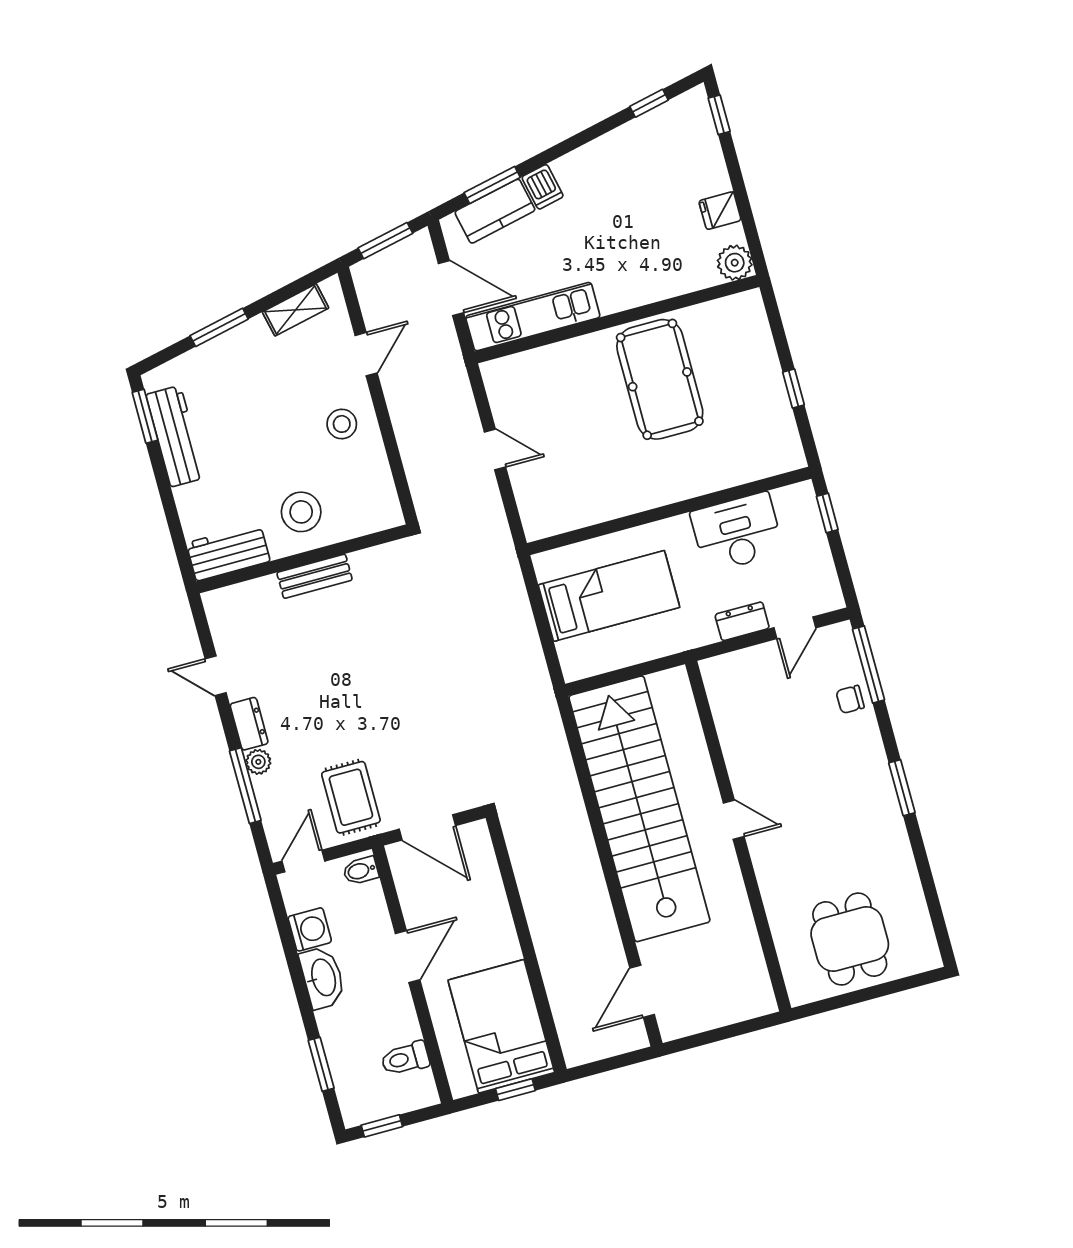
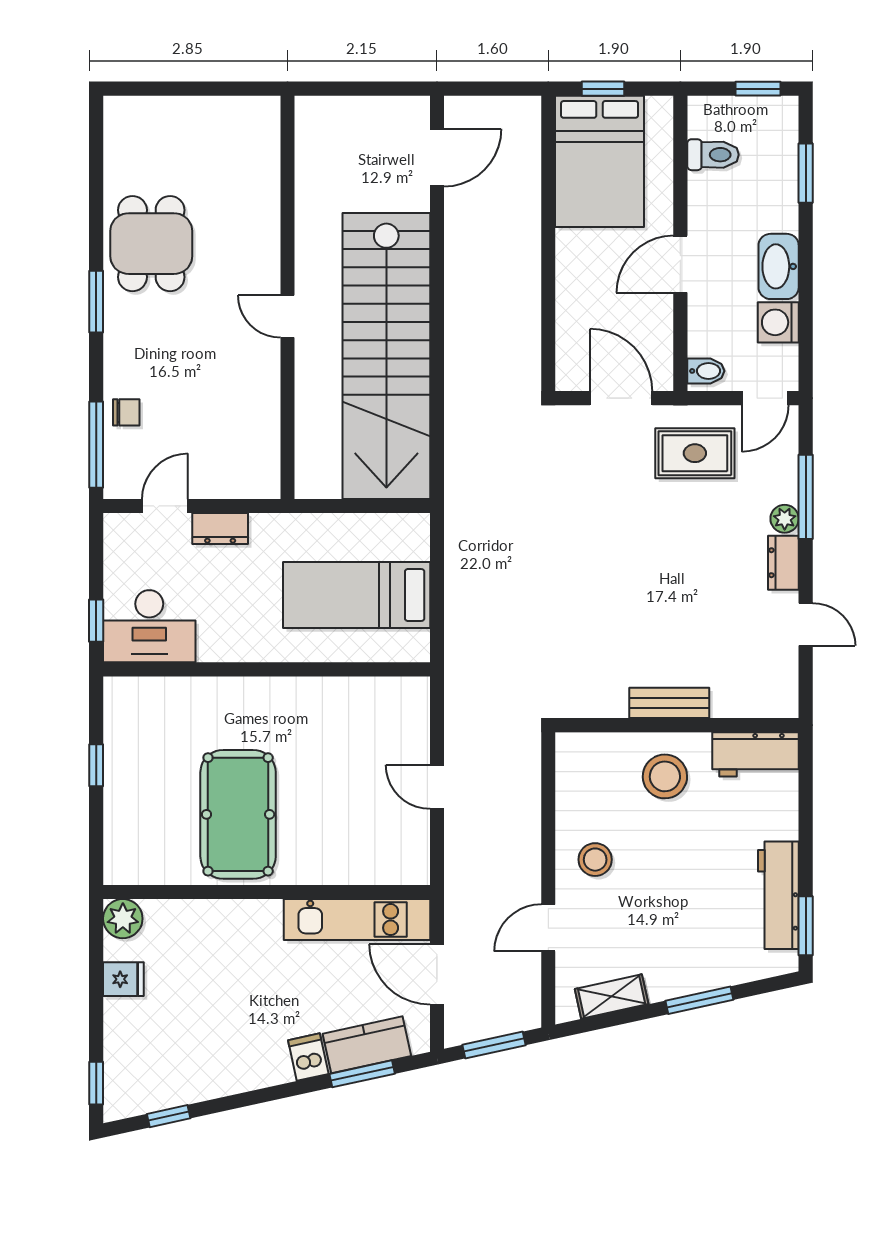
desk: (737, 532) -> (149, 626), moved
rug: (351, 797) -> (695, 453), turned 90
dining table: (850, 939) -> (151, 244), moved

